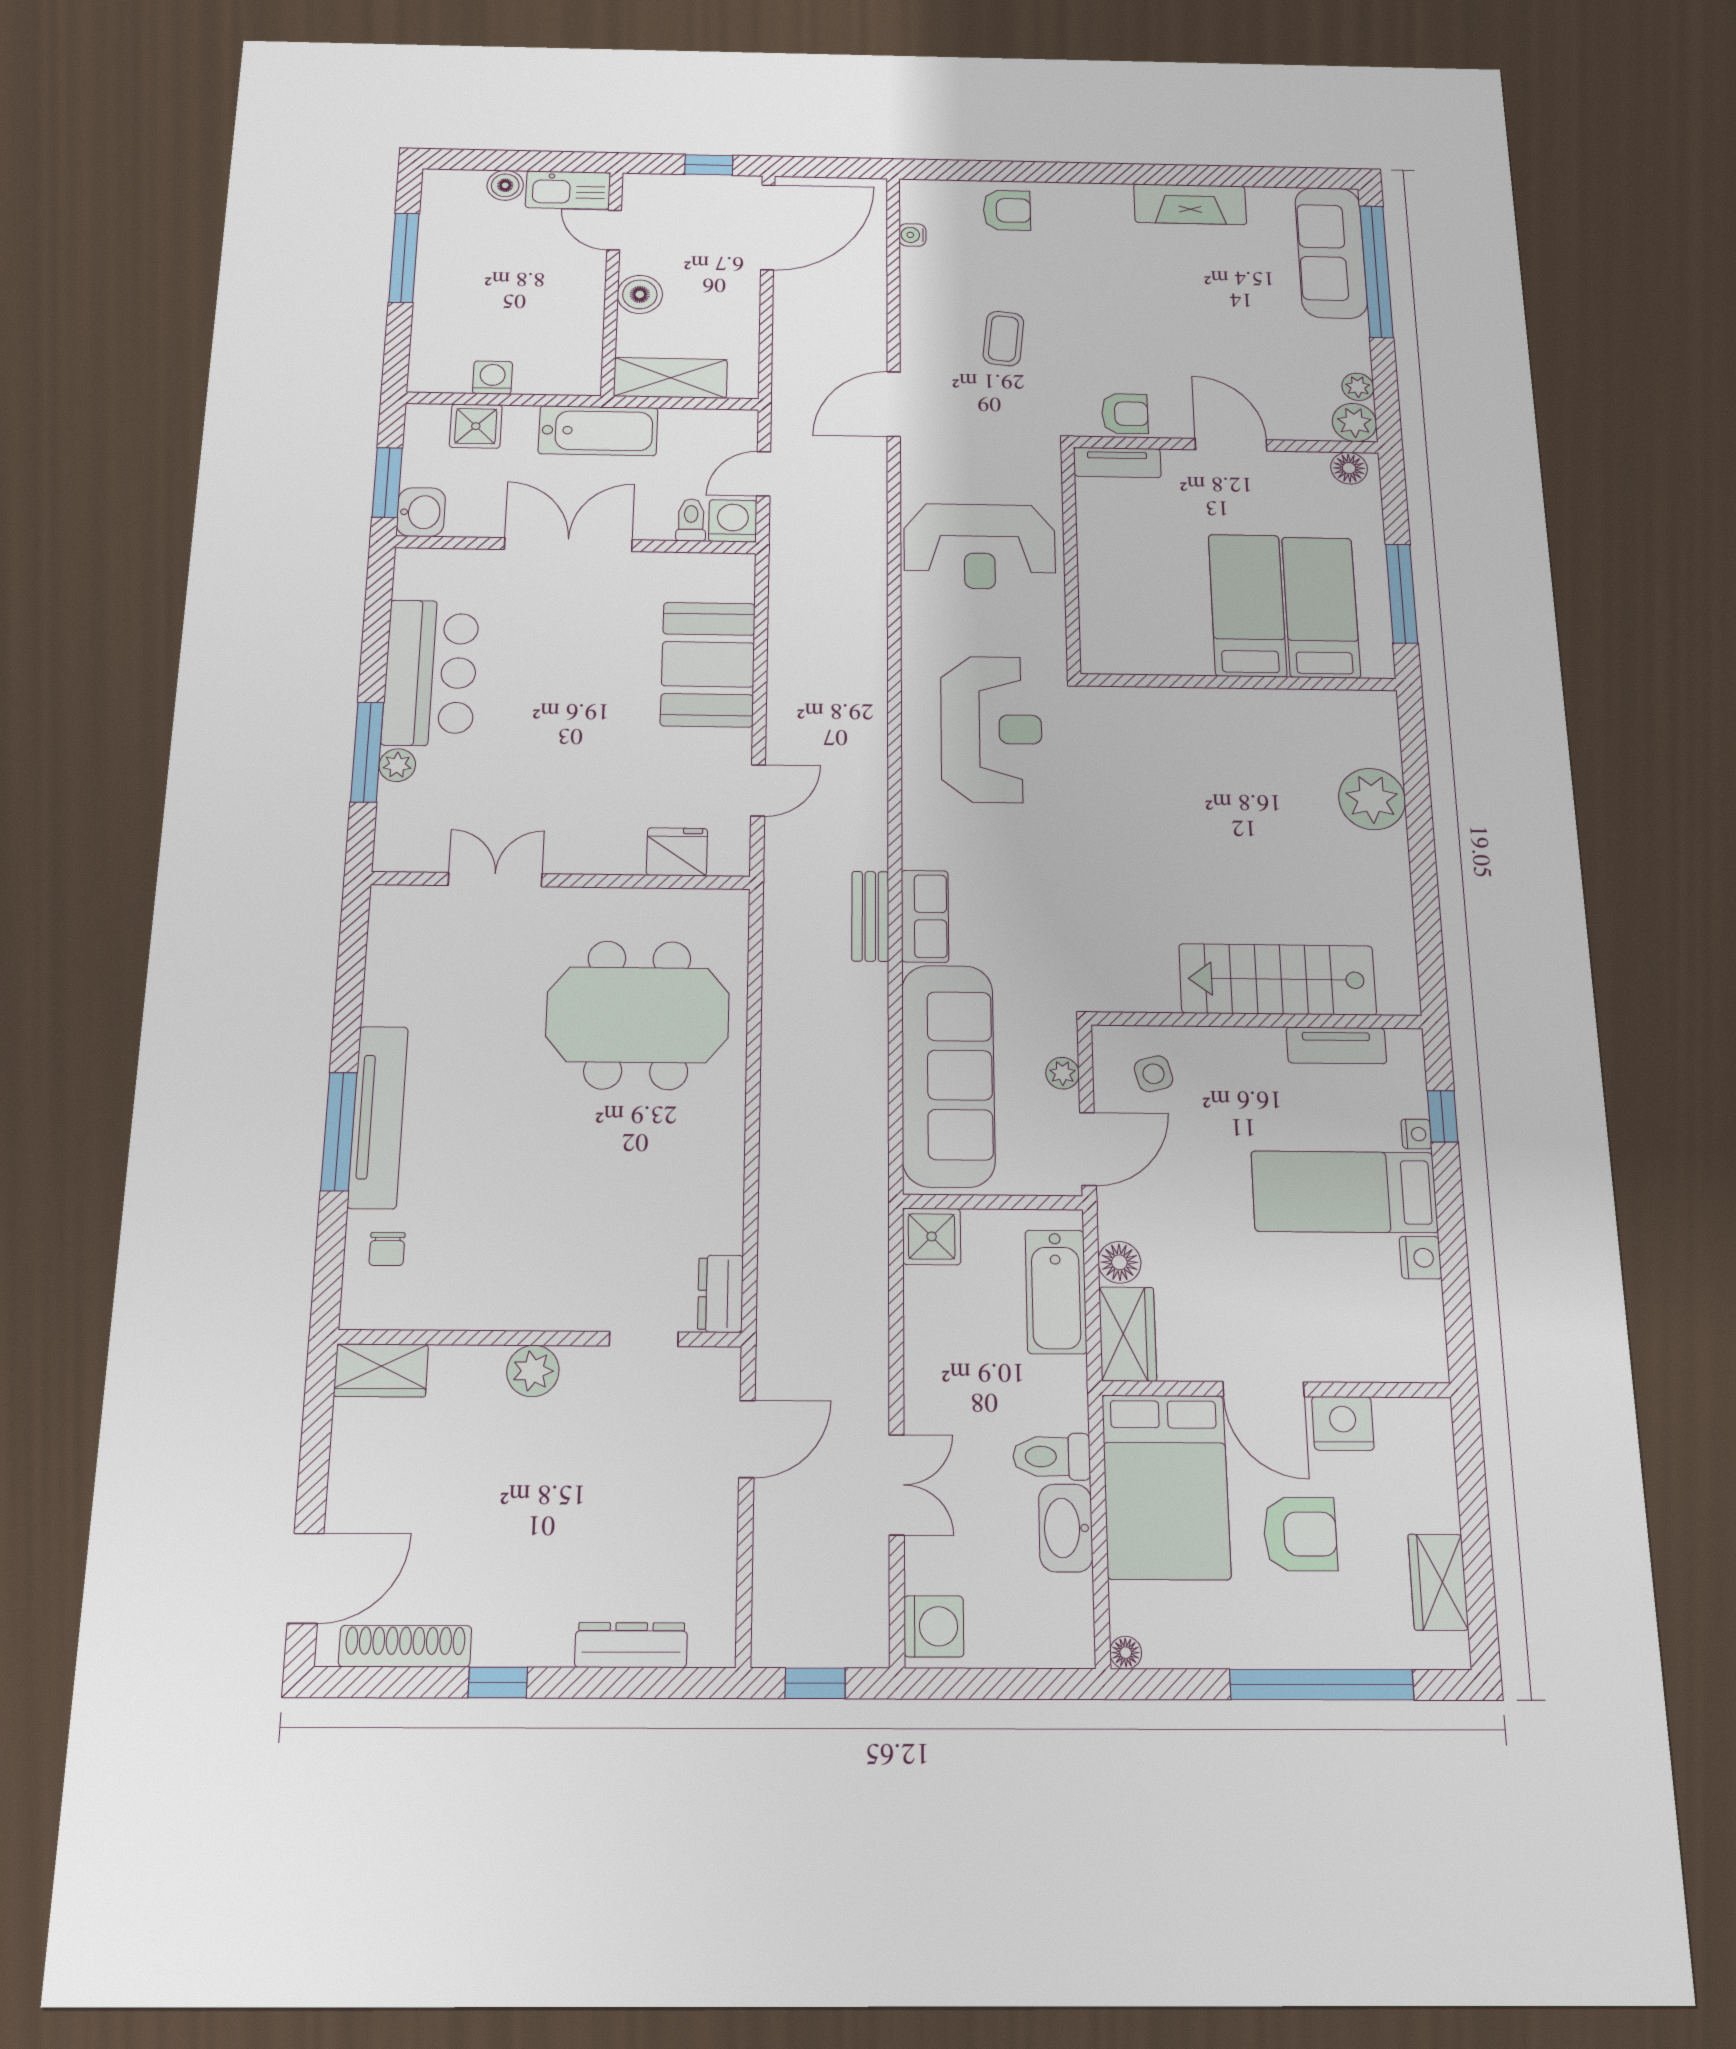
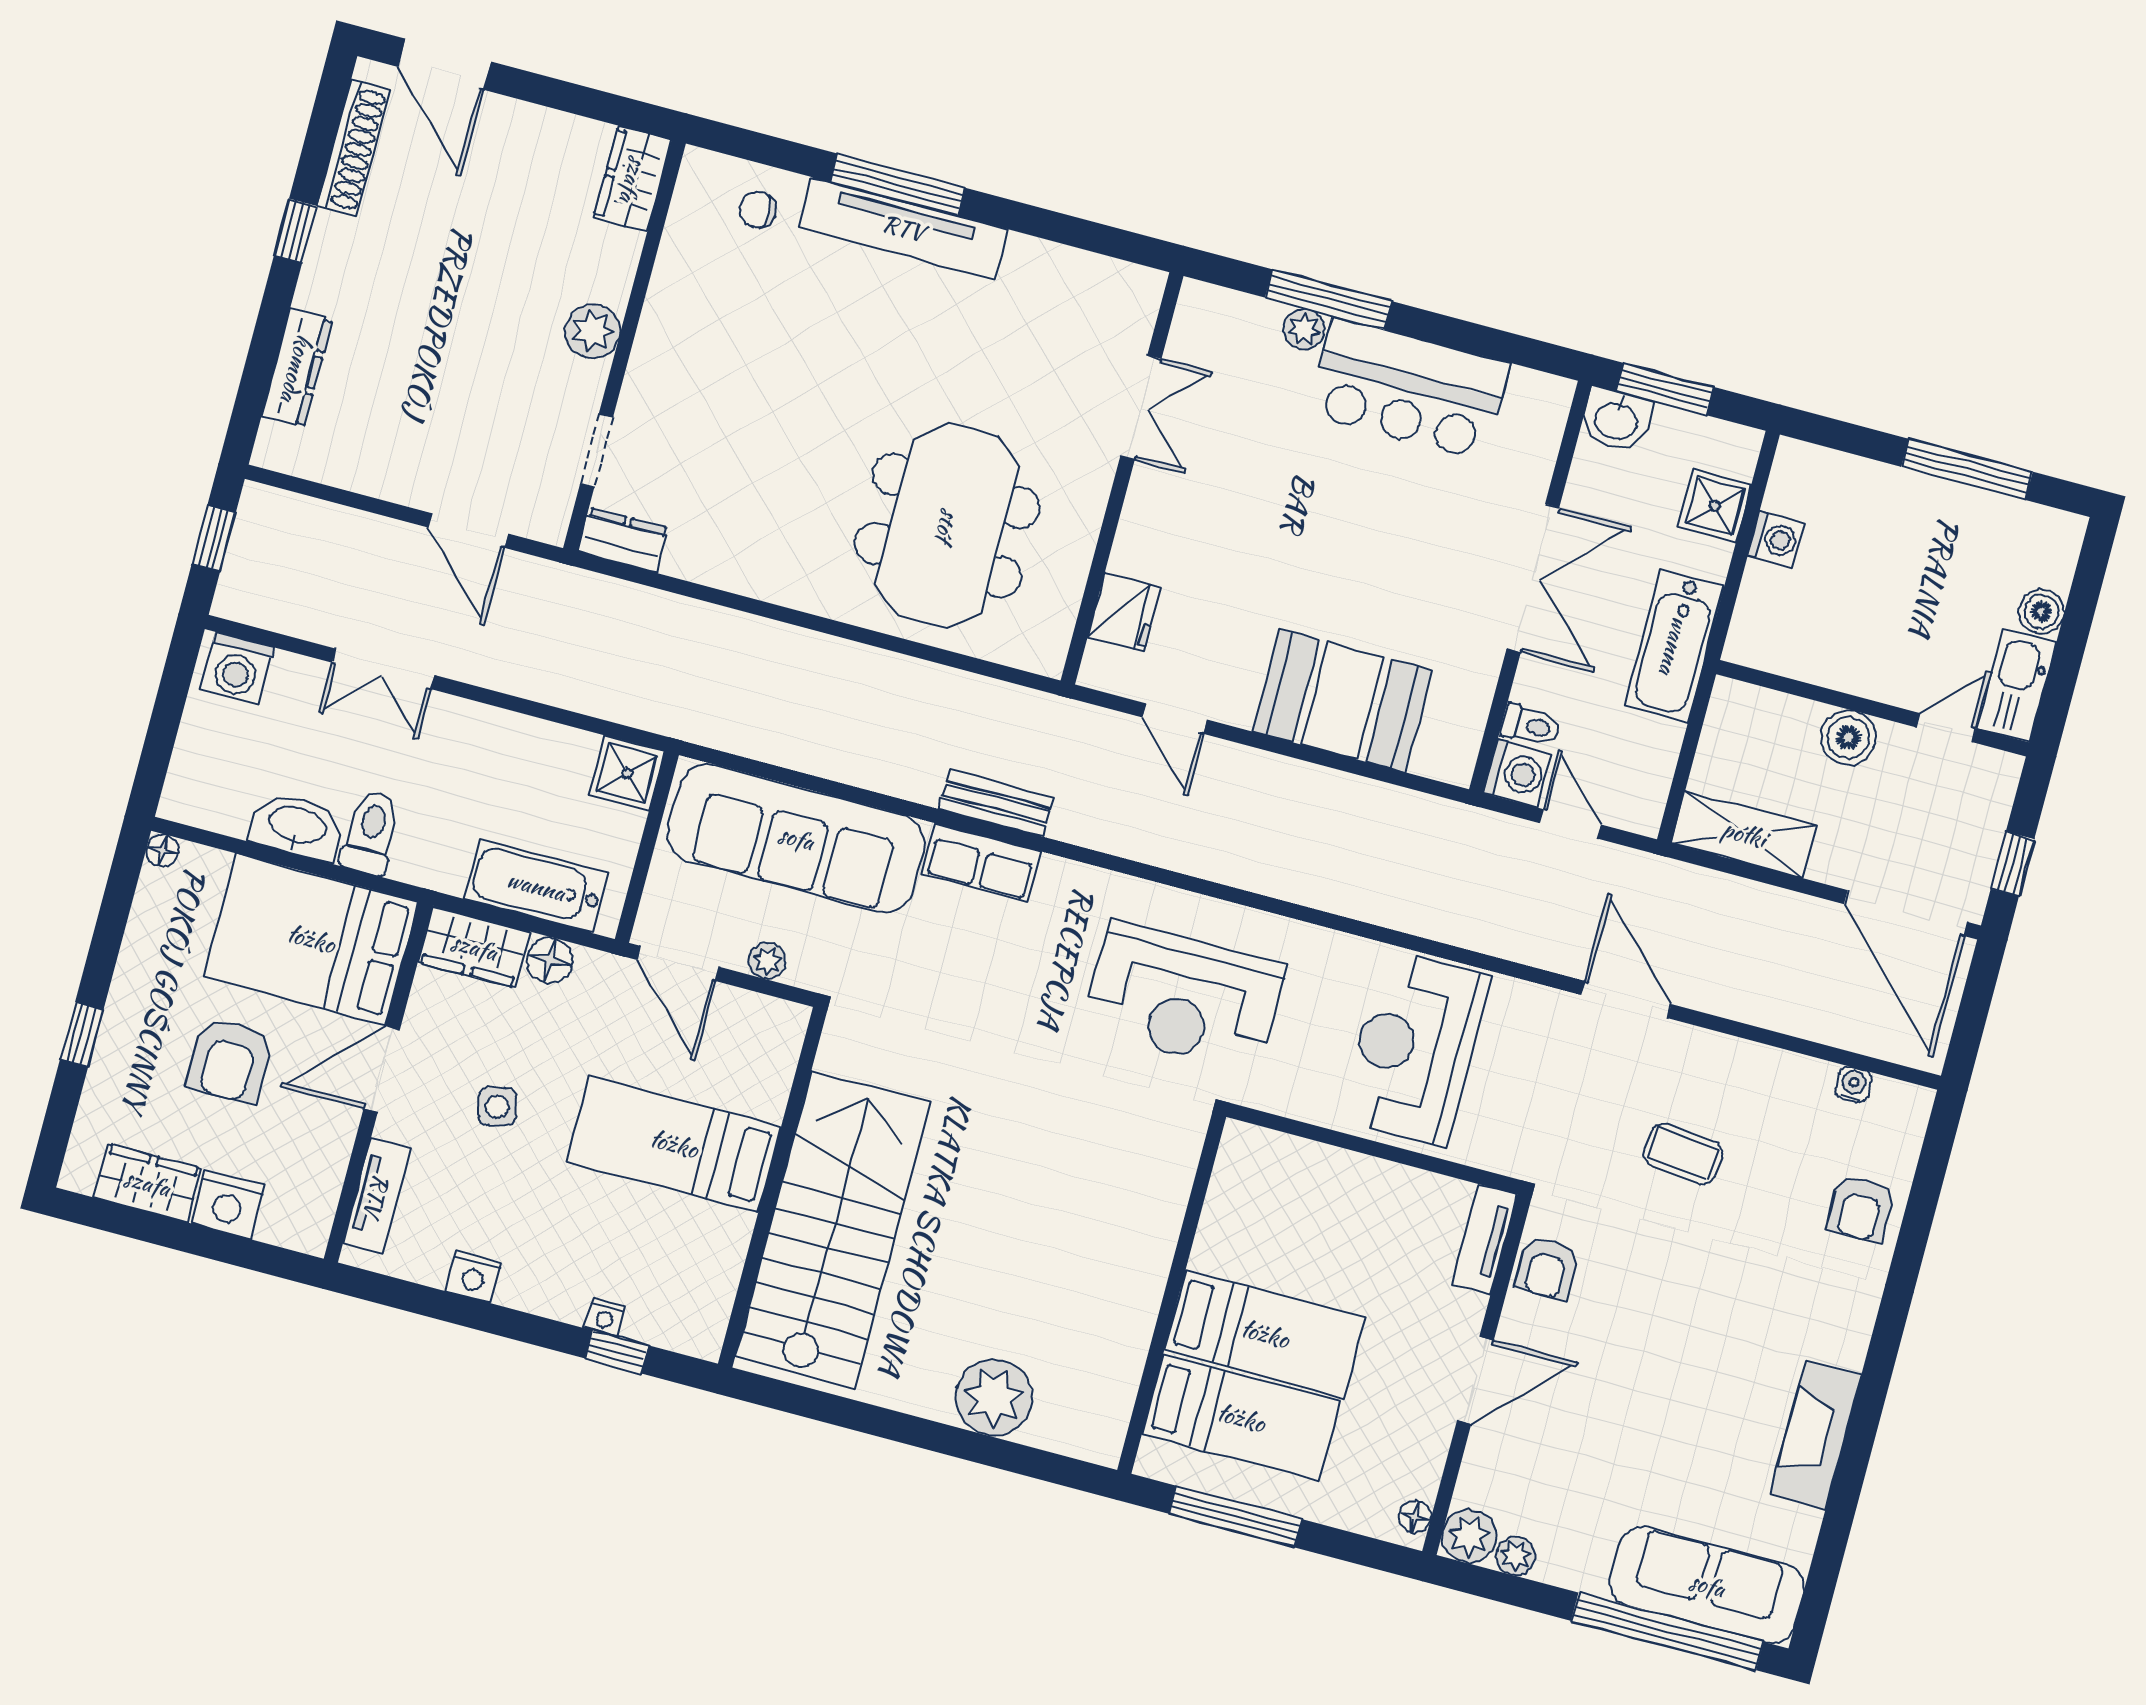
shelving: (670, 378) -> (1744, 834), moved, turned 90
floor lamp: (1349, 468) -> (1415, 1517), width x0.73, depth x0.73
stairs: (1277, 979) -> (833, 1230), width x1.36, depth x1.51
tv unit: (1336, 1045) -> (377, 1195), moved, turned 180
side table: (1153, 1074) -> (497, 1107), moved
bed: (1344, 1192) -> (674, 1144), moved, turned -90
nightstand: (1343, 1423) -> (228, 1204), moved, turned 90
window: (1322, 1685) -> (82, 1034), width x0.32

